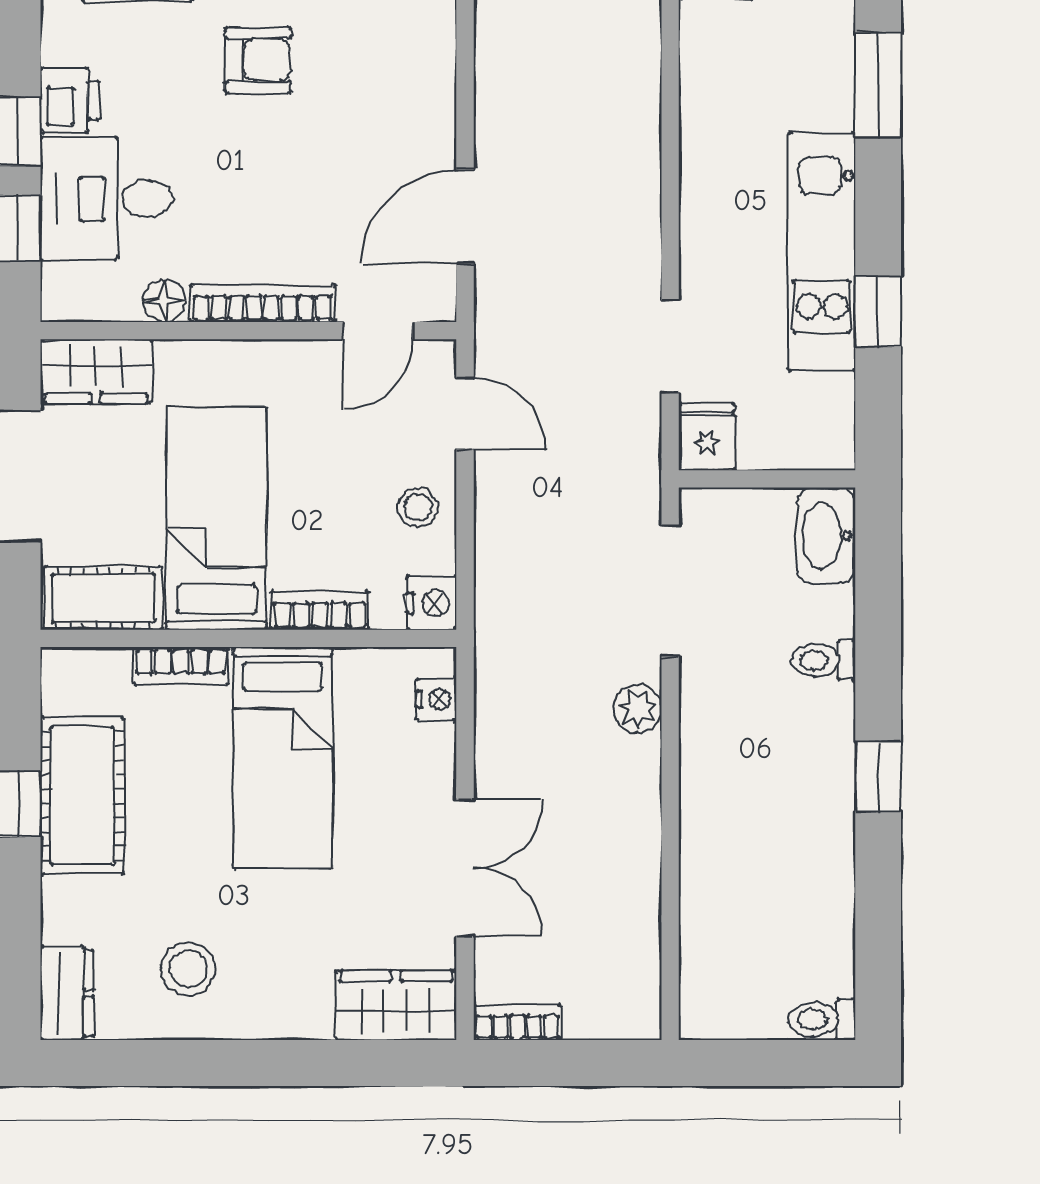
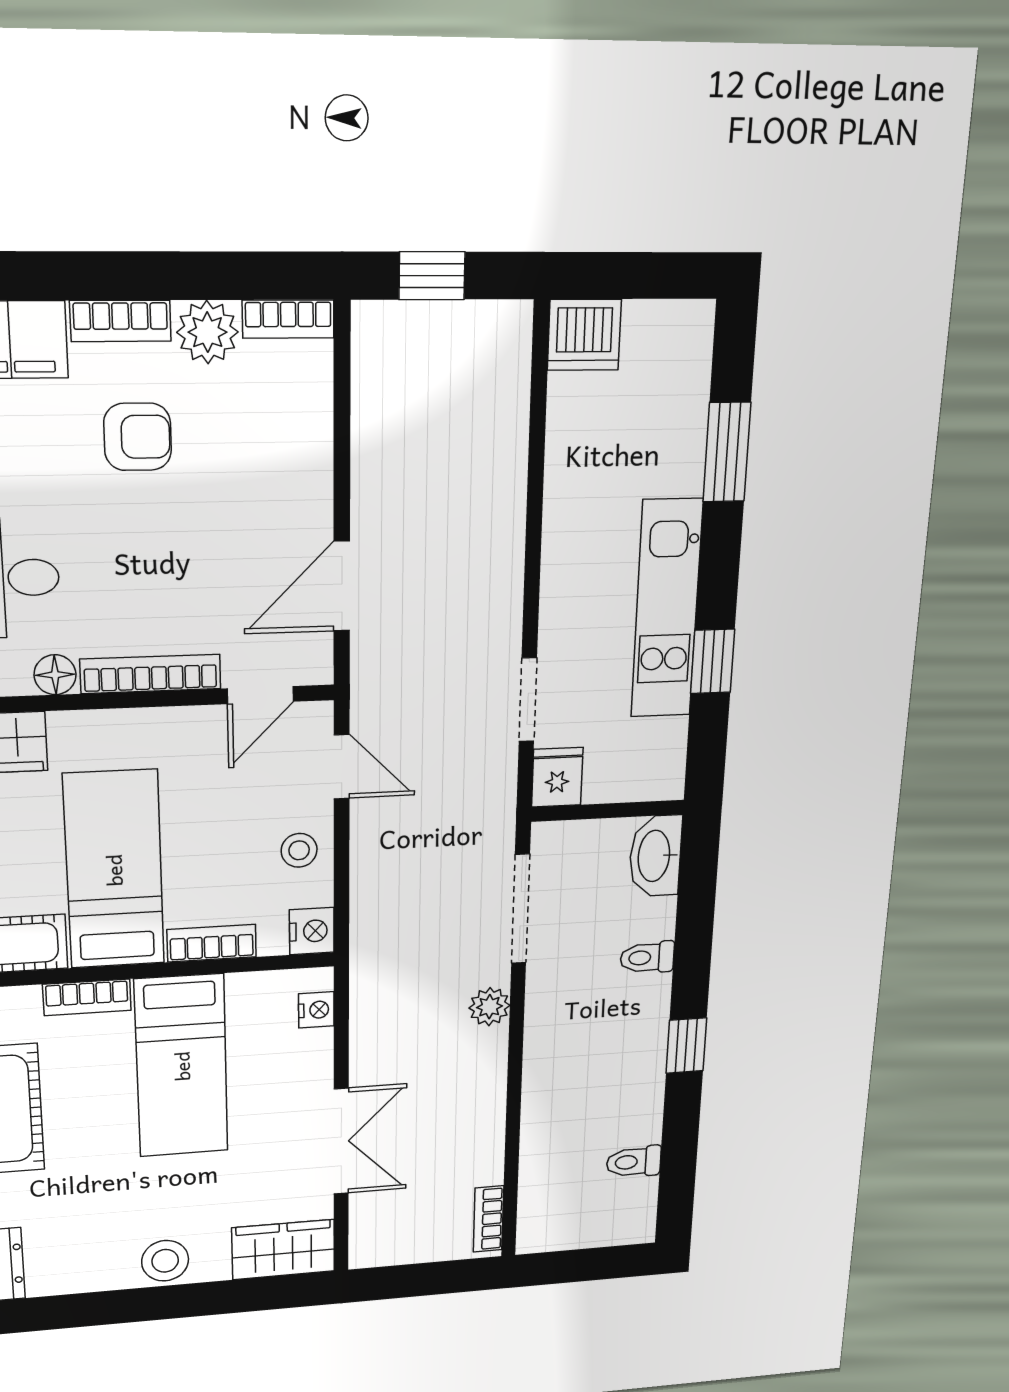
stool: (188, 969) -> (165, 1261), moved
toilet: (822, 1020) -> (634, 1162), moved
bookcase: (517, 1023) -> (489, 1219), moved, turned -90

